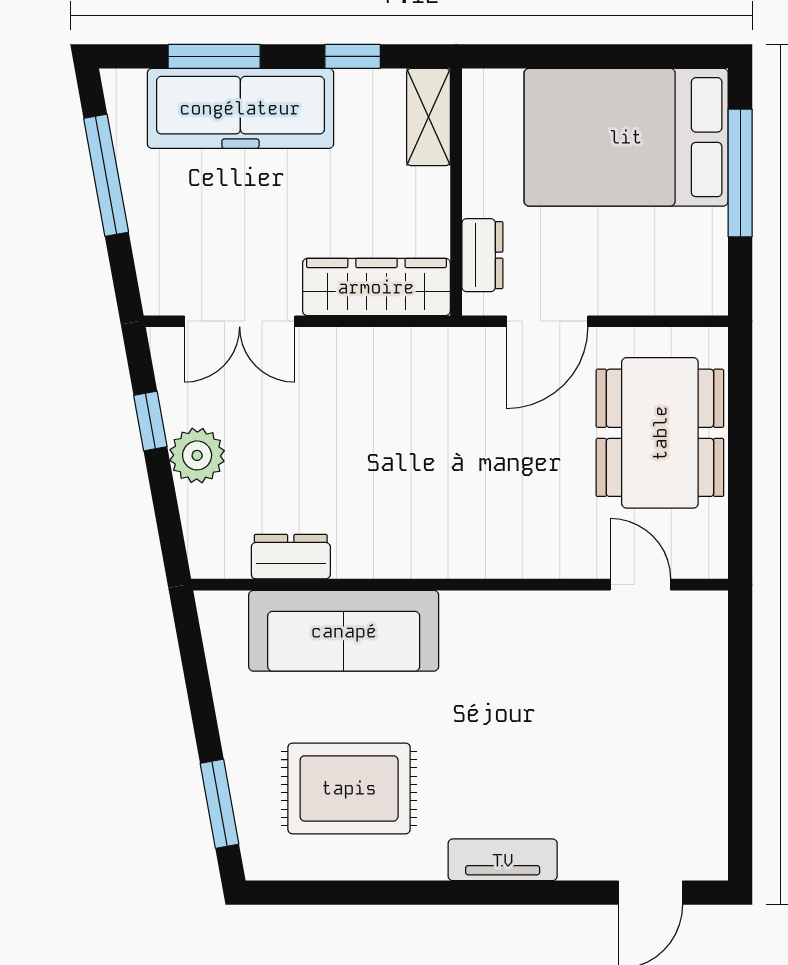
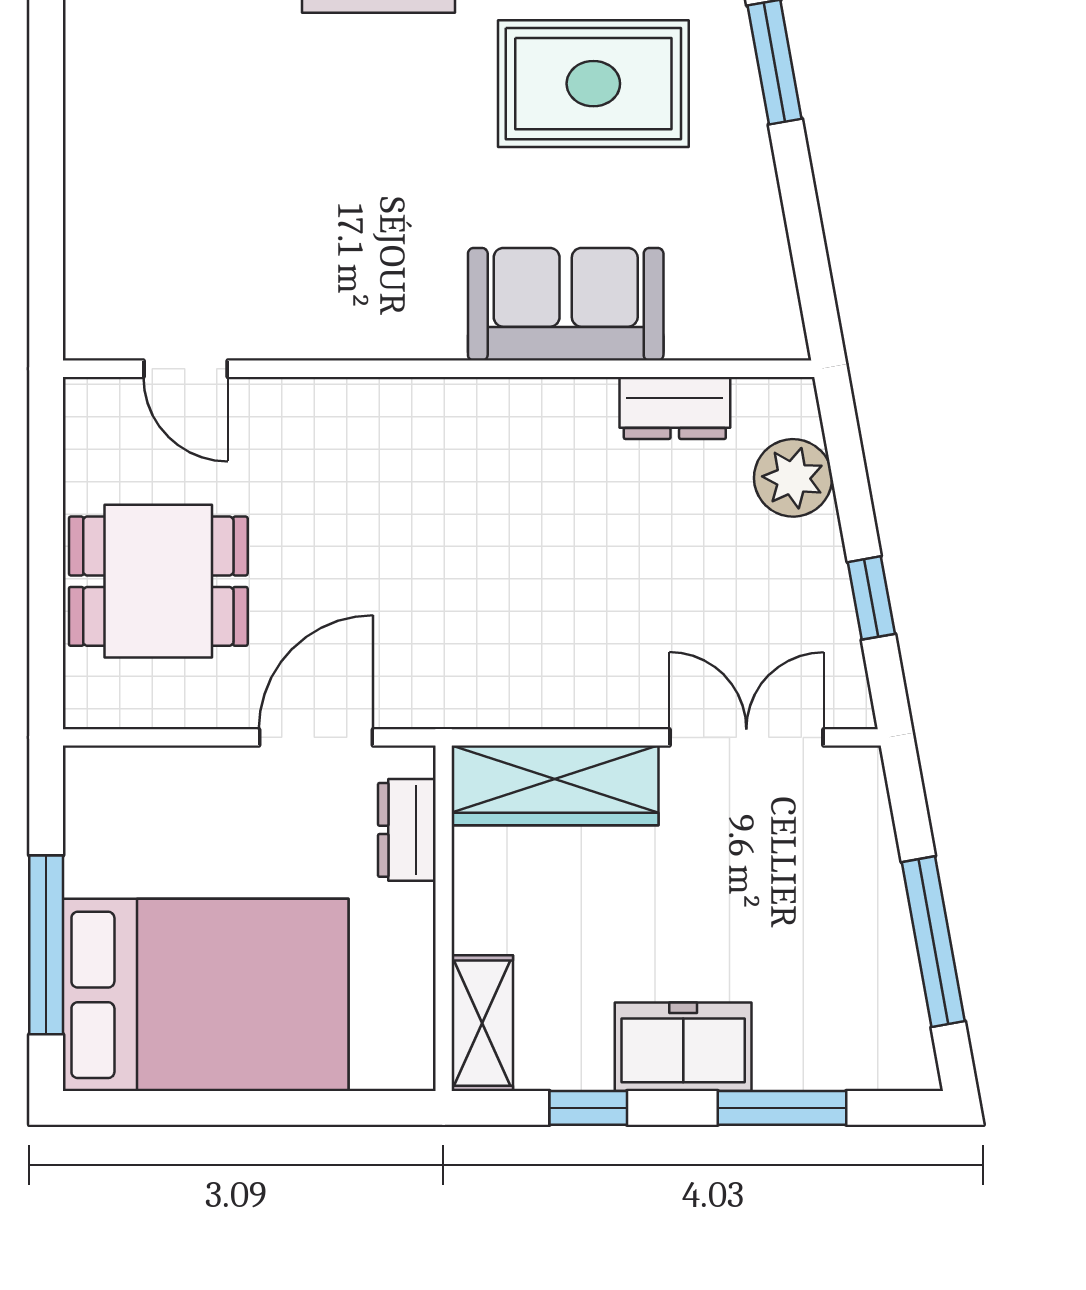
freezer: (240, 108) -> (683, 1047), width x0.52, depth x0.79
dining table: (660, 433) -> (158, 581), width x0.73
plant: (197, 455) -> (793, 478), moved
sofa: (344, 631) -> (566, 304), width x0.73

